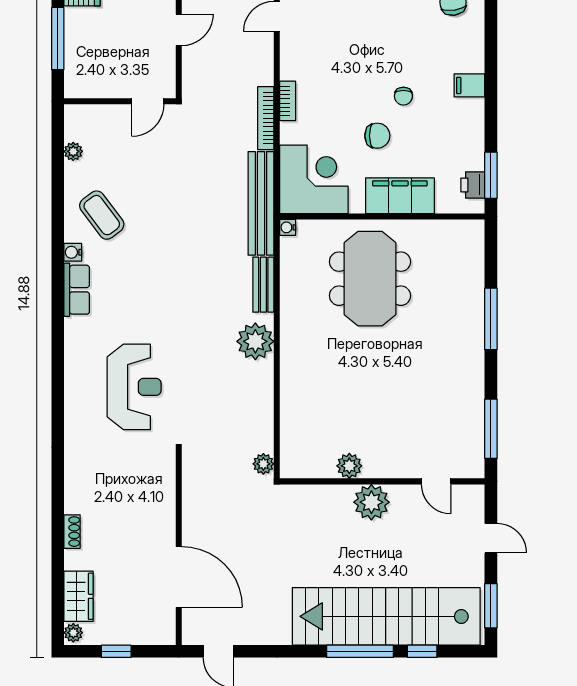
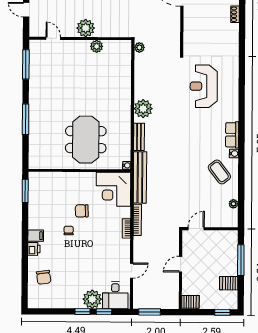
printer: (473, 185) -> (34, 249), moved
filing cabinet: (400, 196) -> (71, 181), removed

